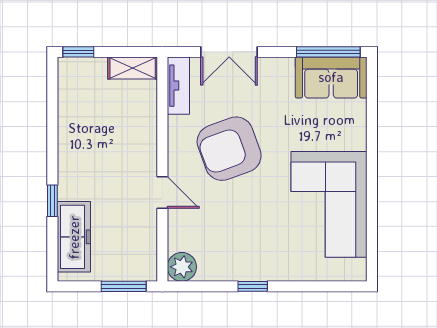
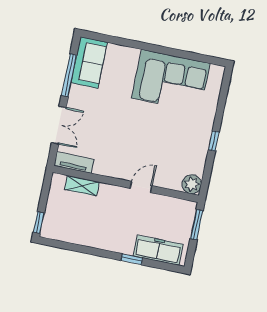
window: (328, 52) -> (69, 75), moved
shelving: (133, 68) -> (82, 186), moved, turned 90
armchair: (229, 149) -> (122, 138), removed

